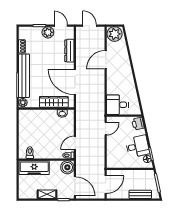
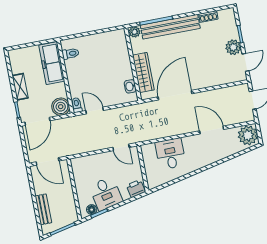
dresser: (69, 51) -> (214, 80), removed
desk: (117, 105) -> (170, 154), moved

